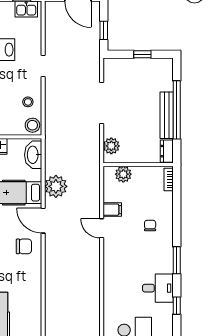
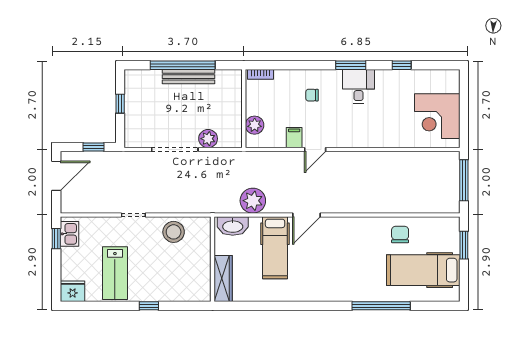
stool: (28, 102) -> (174, 232), width x1.89, depth x1.89
stool: (32, 125) -> (200, 227), removed
plant: (111, 146) -> (208, 139), moved
dresser: (167, 151) -> (229, 76), removed
plant: (56, 186) -> (253, 201), moved
chair: (24, 246) -> (400, 235), moved
desk: (158, 288) -> (358, 86), moved

